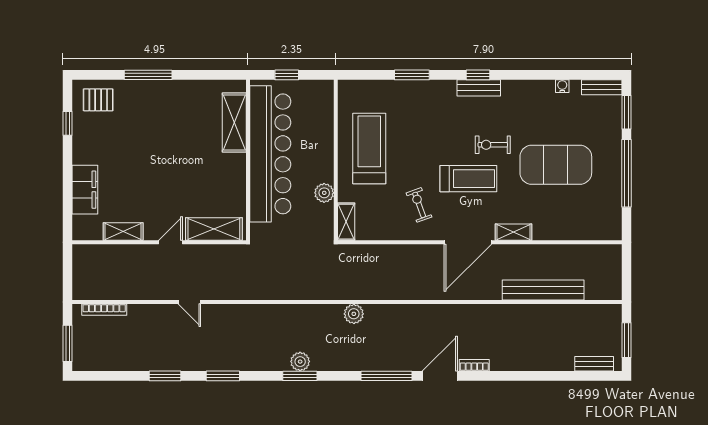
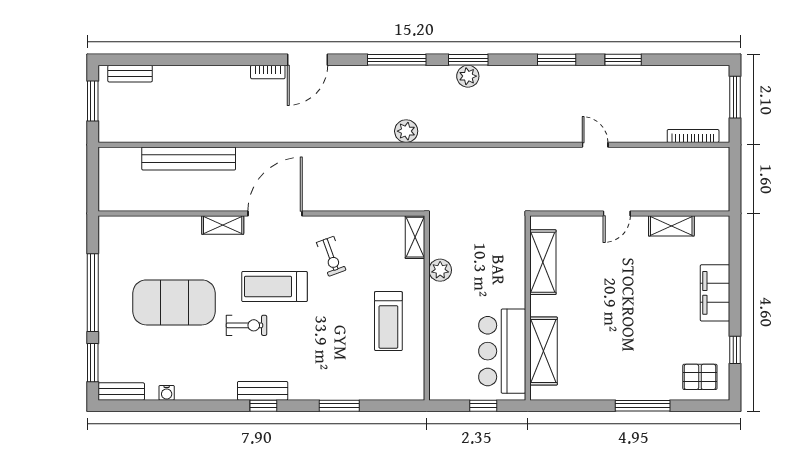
treadmill: (369, 149) -> (388, 321), width x0.73, depth x0.73
bar counter: (270, 154) -> (502, 351), width x0.54
filing cabinet: (85, 190) -> (715, 293), moved
shelving: (214, 229) -> (543, 262), moved, turned 90
window: (386, 376) -> (397, 60), moved

